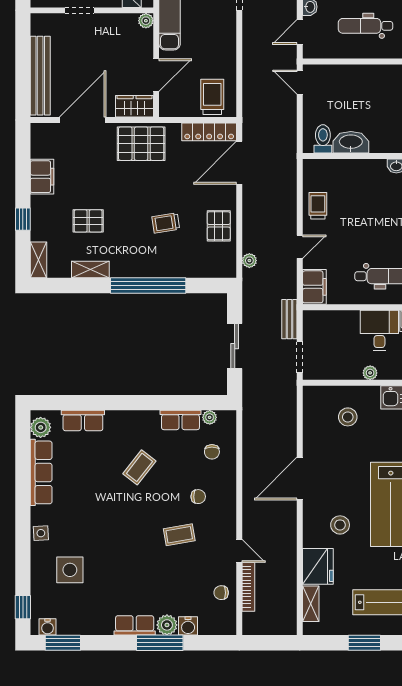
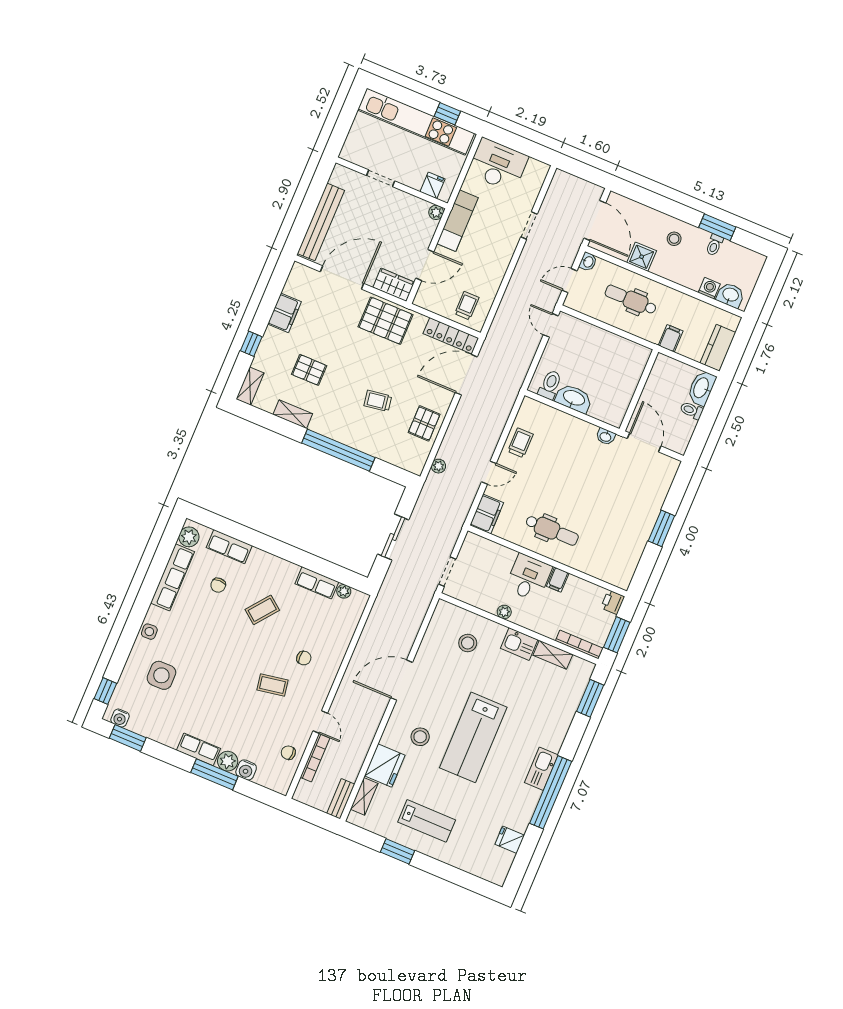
trolley: (212, 97) -> (467, 306), width x0.73, depth x0.72
bench: (289, 319) -> (341, 799), moved
chair: (212, 452) -> (218, 585), moved

